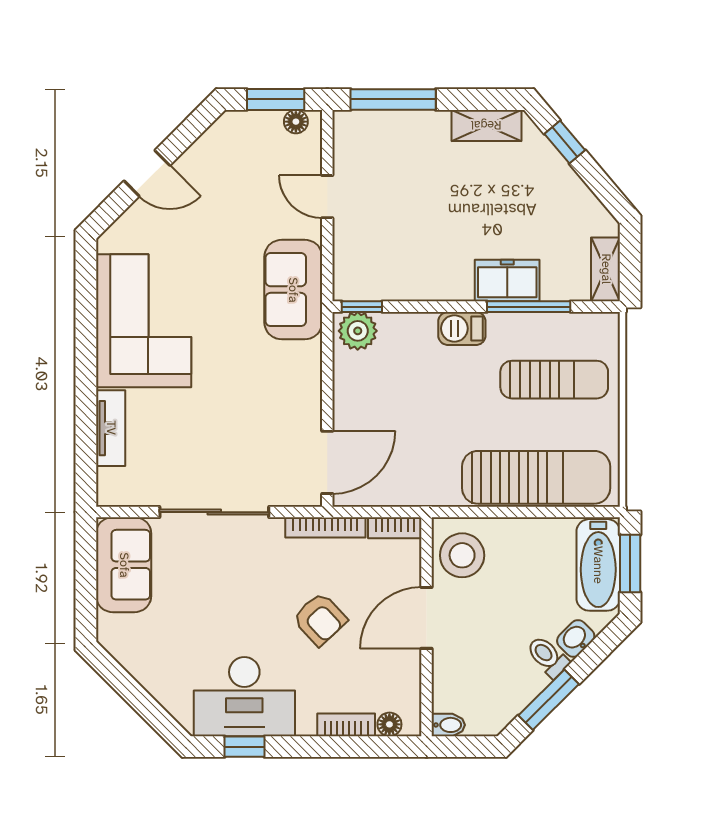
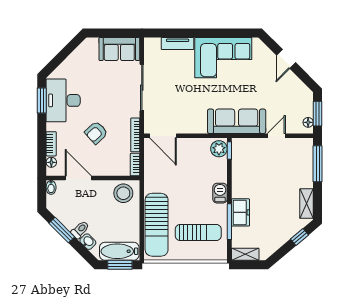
sofa: (293, 290) -> (237, 121), width x1.36
sun lounger: (554, 380) -> (198, 232), turned -90
door: (426, 618) -> (78, 178), moved
window: (245, 747) -> (42, 101), width x1.50

